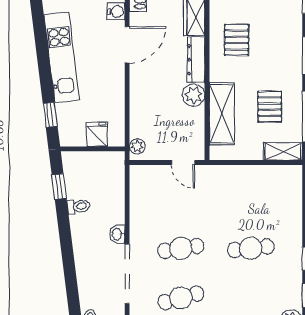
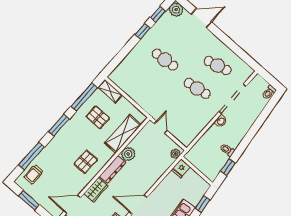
pallet: (270, 107) -> (98, 117), turned 90
fridge: (97, 134) -> (181, 168), moved

